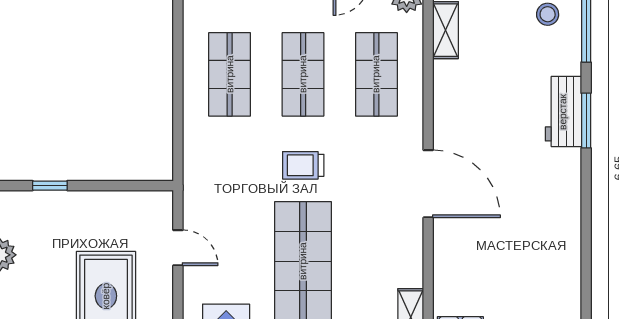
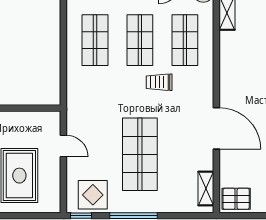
trolley: (303, 165) -> (159, 82), moved
door: (428, 184) -> (216, 128), moved

